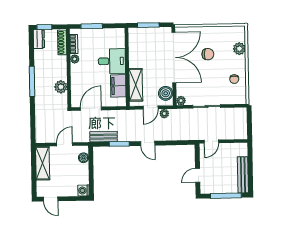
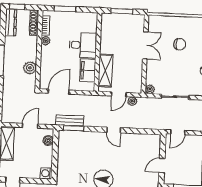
dresser: (39, 39) -> (11, 23), width x1.44
double door: (174, 57) -> (145, 45), width x0.54
boiler: (166, 93) -> (135, 81), removed
window: (119, 144) -> (74, 128), moved

